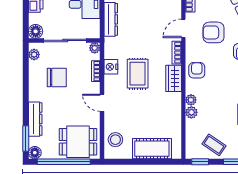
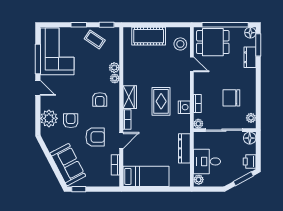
armchair: (197, 70) -> (100, 99), moved
door: (102, 103) -> (192, 64), moved
dresser: (35, 119) -> (250, 57), width x0.70

